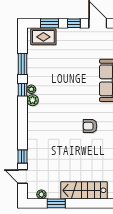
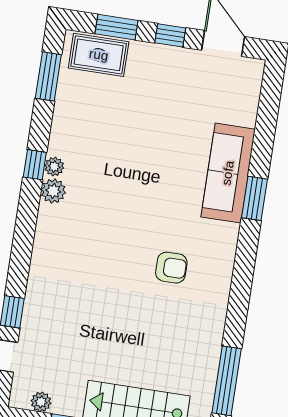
window: (23, 64) -> (48, 76), moved
armchair: (90, 126) -> (171, 268), turned 180

